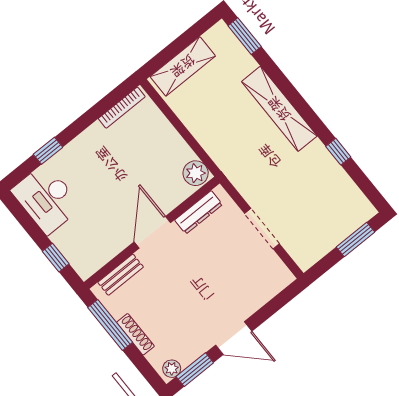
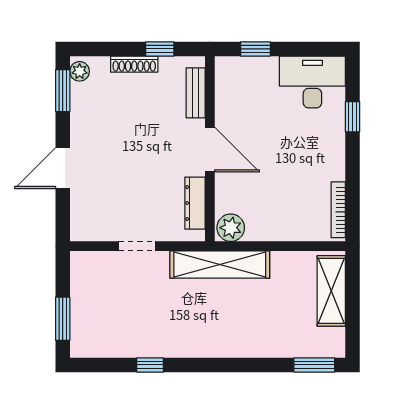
shelving: (279, 109) -> (220, 265), moved
doorway: (262, 229) -> (137, 246), width x0.73
window: (110, 325) -> (160, 49), width x0.46
door: (234, 338) -> (63, 168), moved

